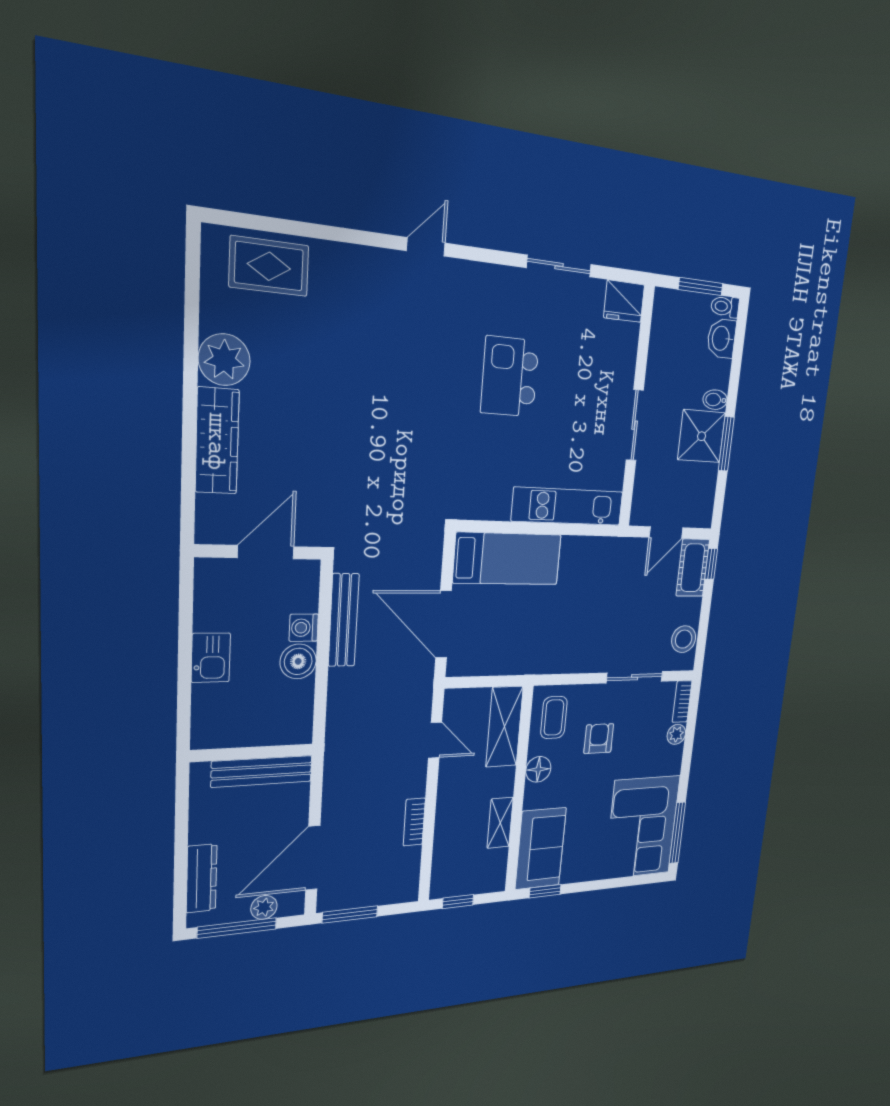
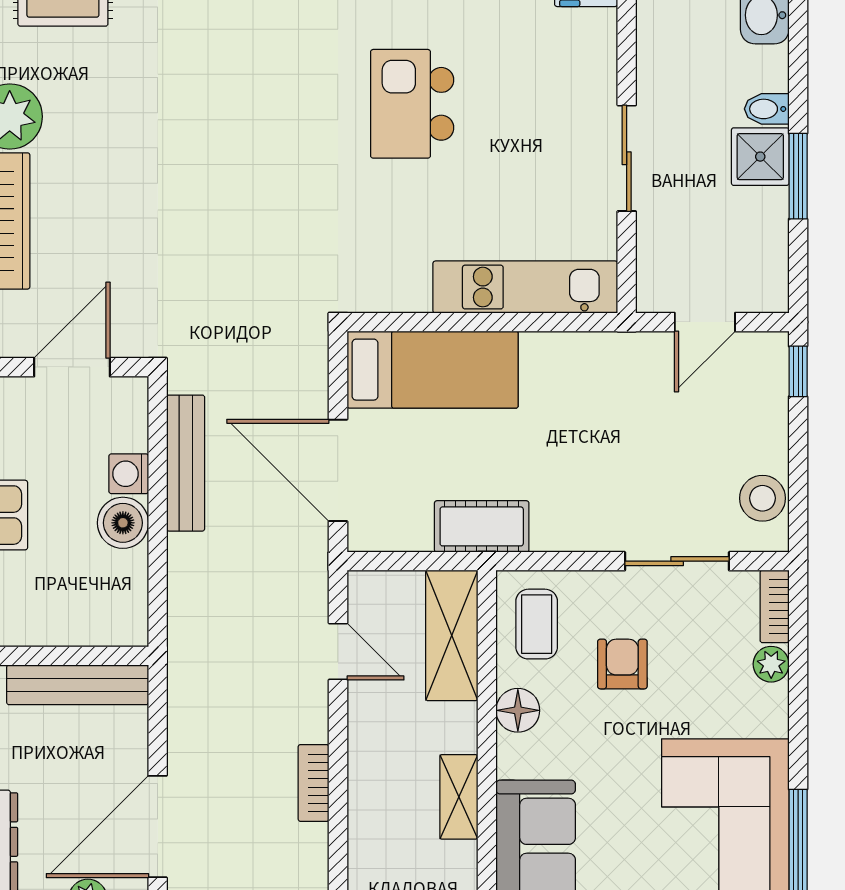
shower: (702, 436) -> (760, 157), width x0.73, depth x0.73
cot: (693, 568) -> (482, 526), moved, turned 90

